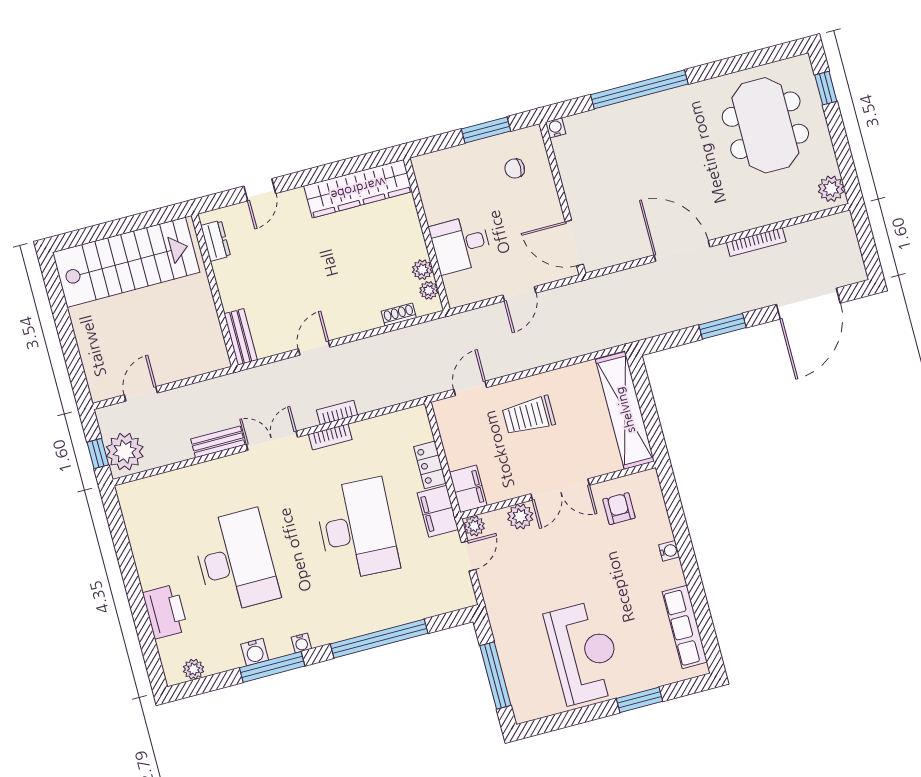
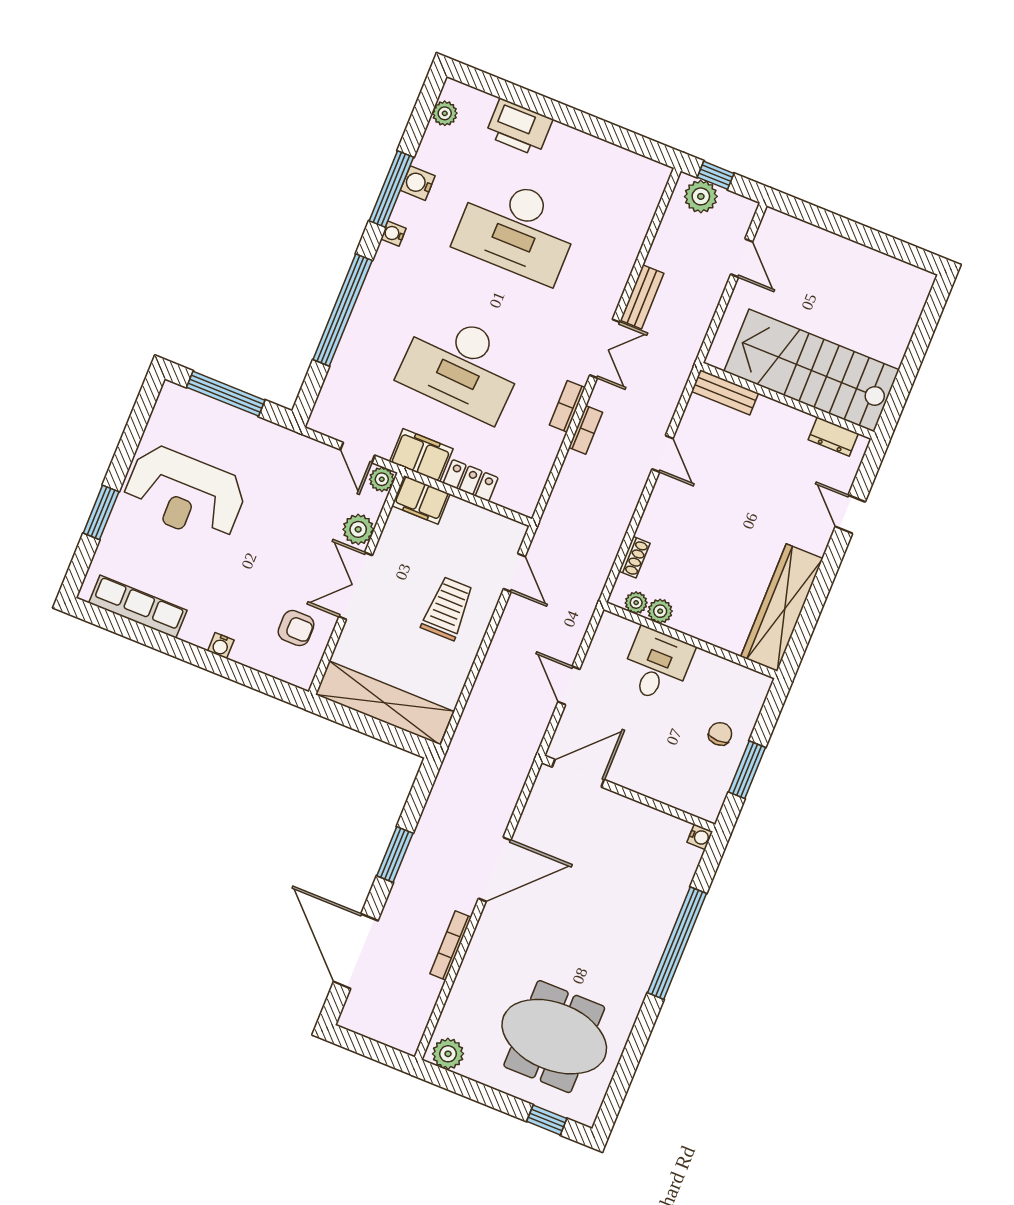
chair: (515, 168) -> (720, 734), moved
stairs: (126, 262) -> (812, 370), moved, turned 90
plant: (125, 452) -> (701, 196), width x0.73, depth x0.73

